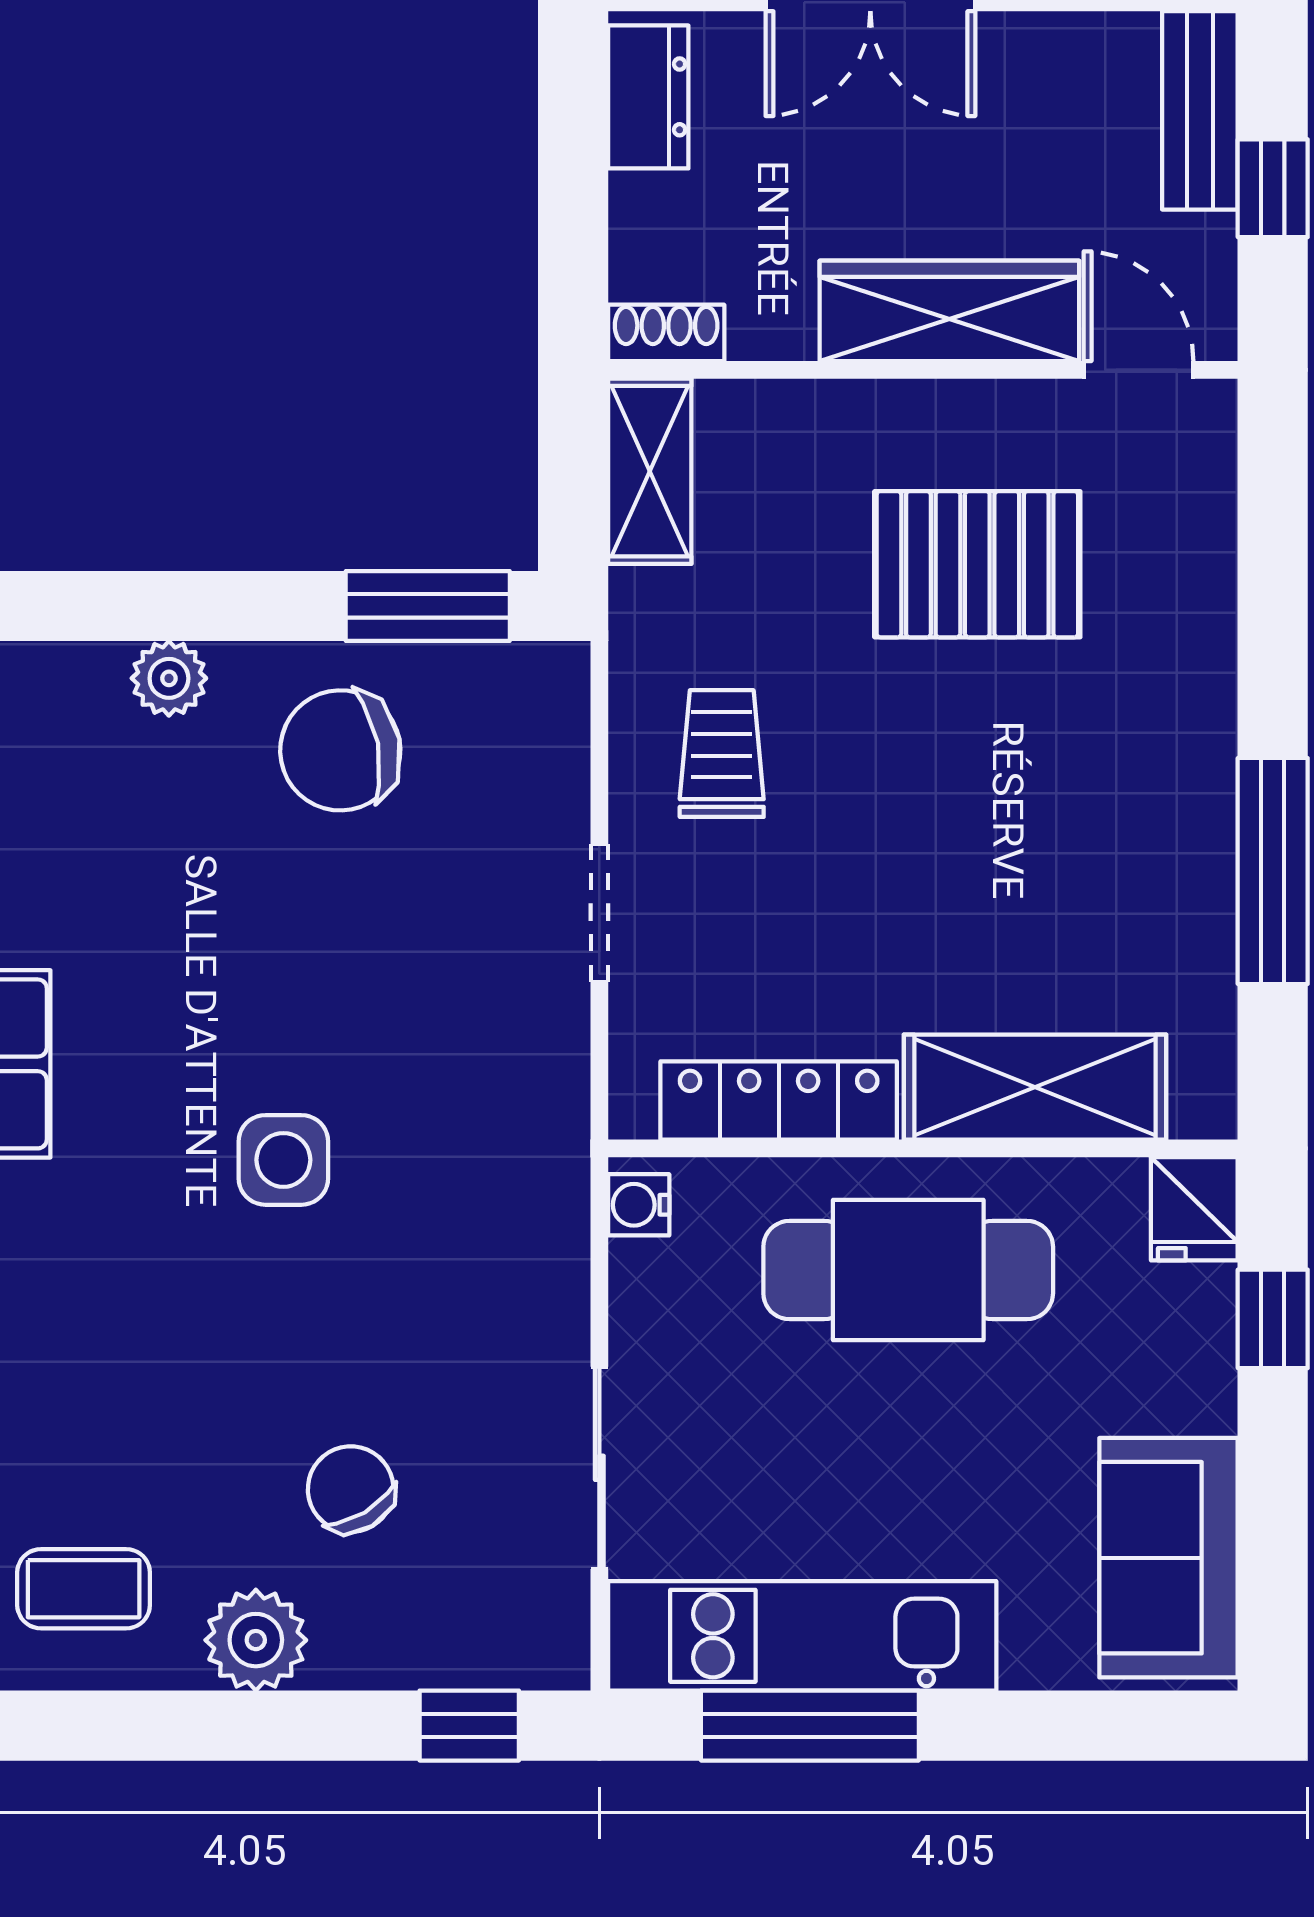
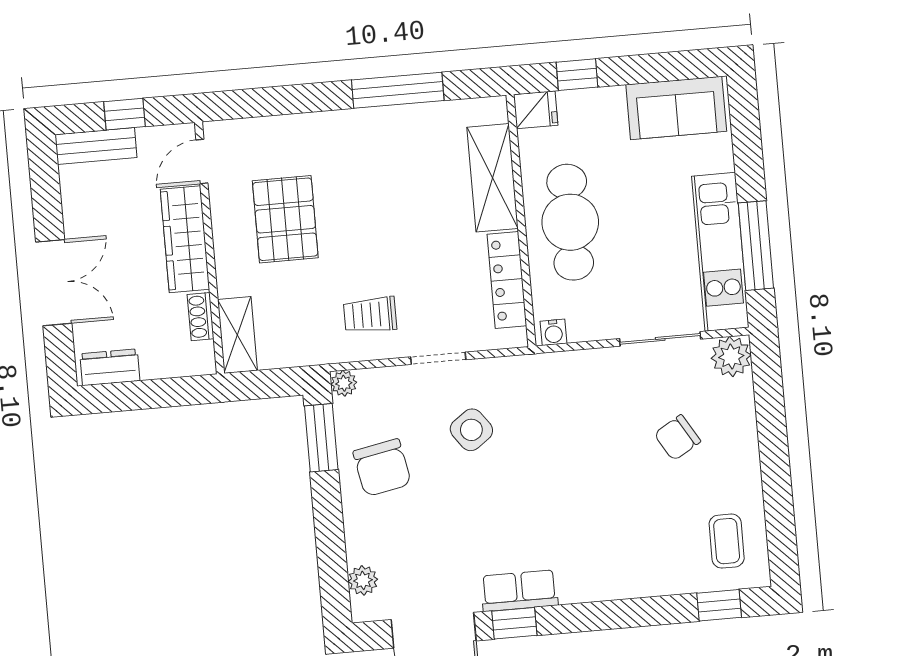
shoe rack: (666, 333) -> (201, 317), moved
shelving: (650, 471) -> (237, 335), moved, turned 90
plant: (558, 674) -> (344, 383), added
plant: (169, 678) -> (363, 580), moved
side table: (283, 1160) -> (471, 430), moved, turned -36
plant: (256, 1640) -> (731, 357), moved
window: (469, 1726) -> (768, 382), removed

